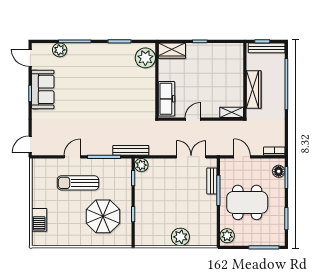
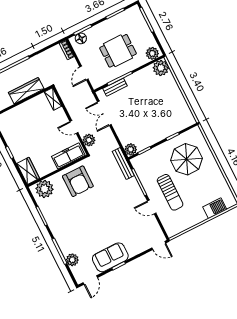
armchair: (136, 96) -> (78, 181), added
plant: (172, 128) -> (89, 140), added
dining table: (247, 202) -> (118, 51), width x0.73
plant: (180, 237) -> (161, 68), moved

